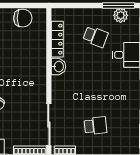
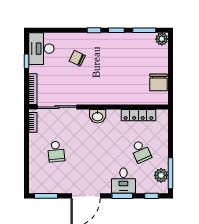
school desk: (95, 37) -> (141, 151), turned -45
washbasin: (58, 67) -> (98, 116), moved

